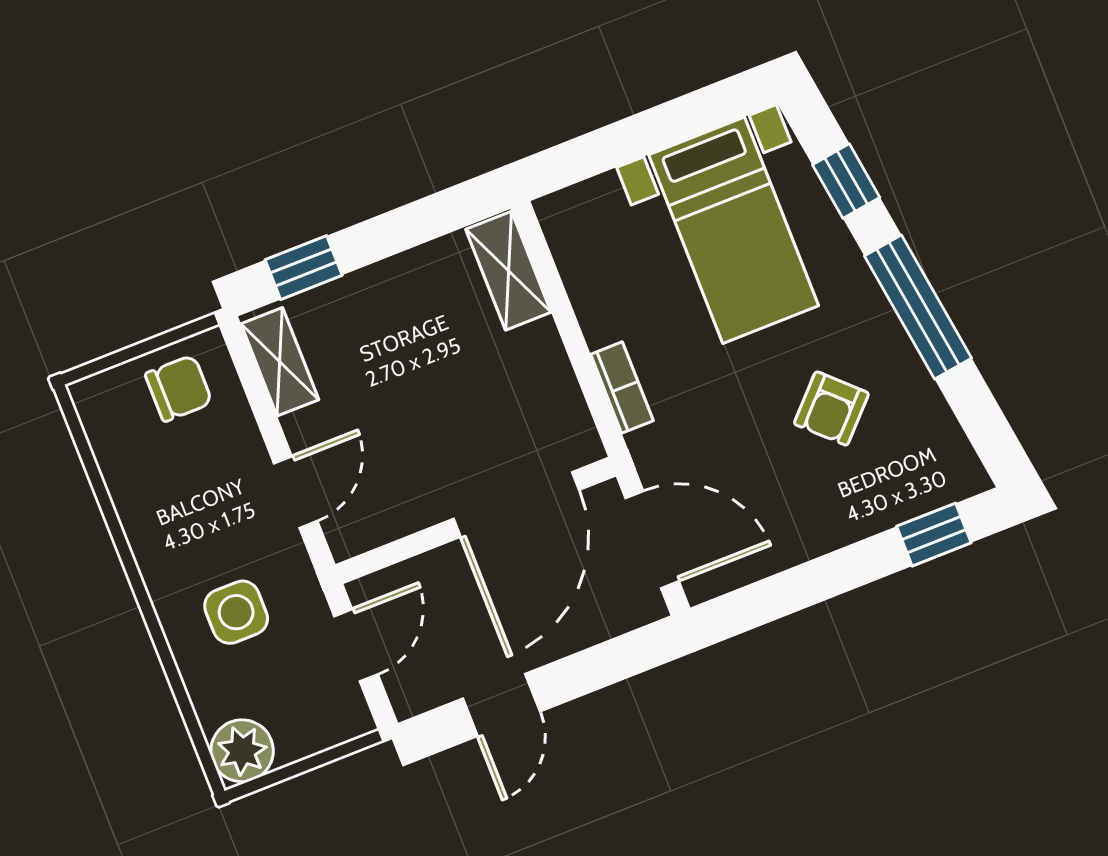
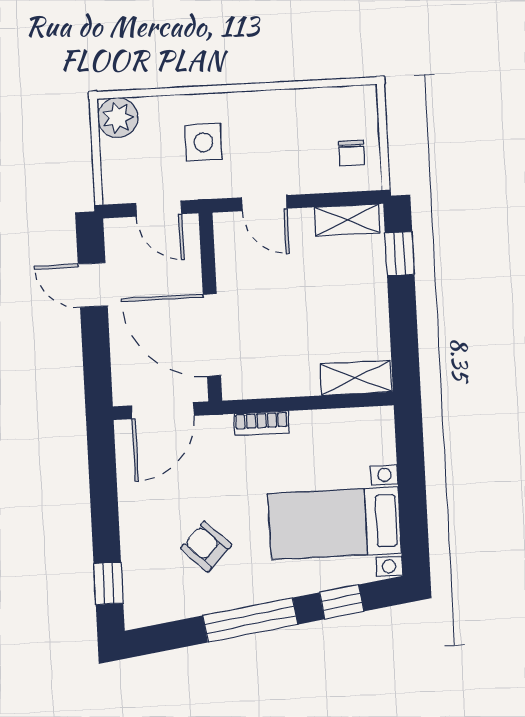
chair: (179, 388) -> (351, 153), width x0.73, depth x0.73

